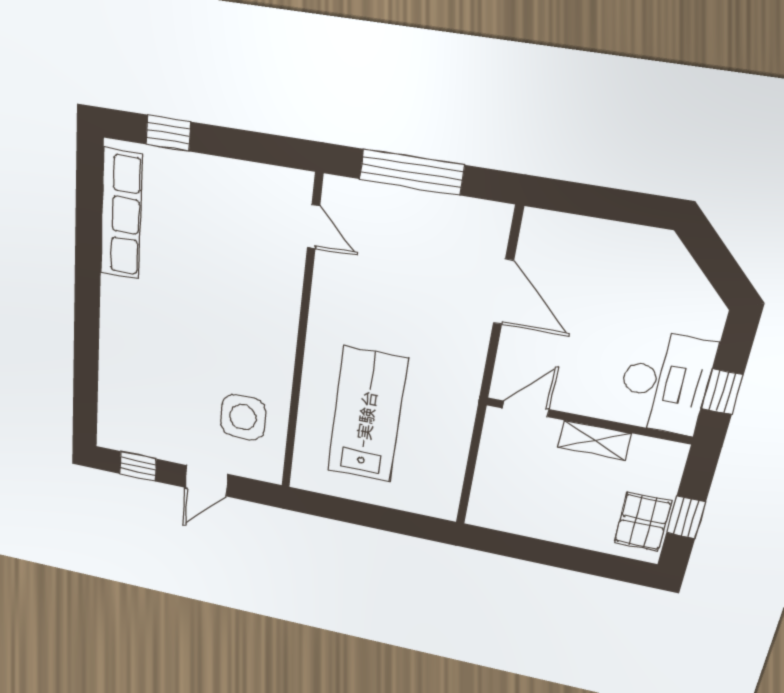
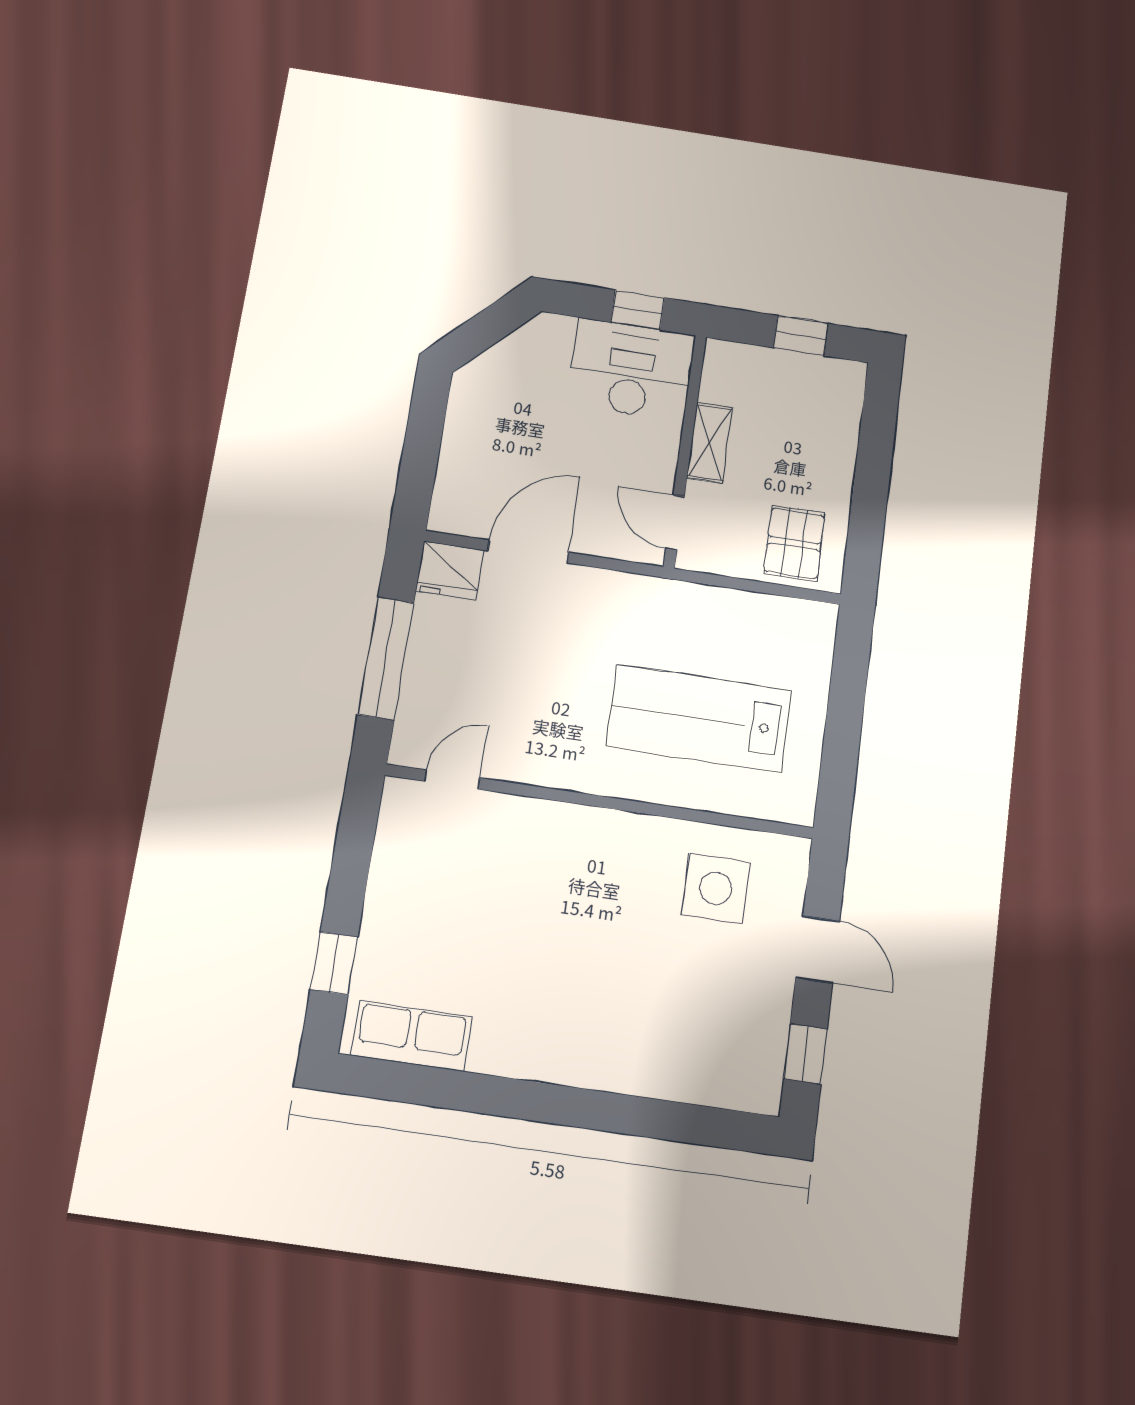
row of seats: (121, 215) -> (412, 1036), width x0.68
fridge: (488, 227) -> (450, 571), added
pallet: (643, 522) -> (794, 543), moved, turned 90

